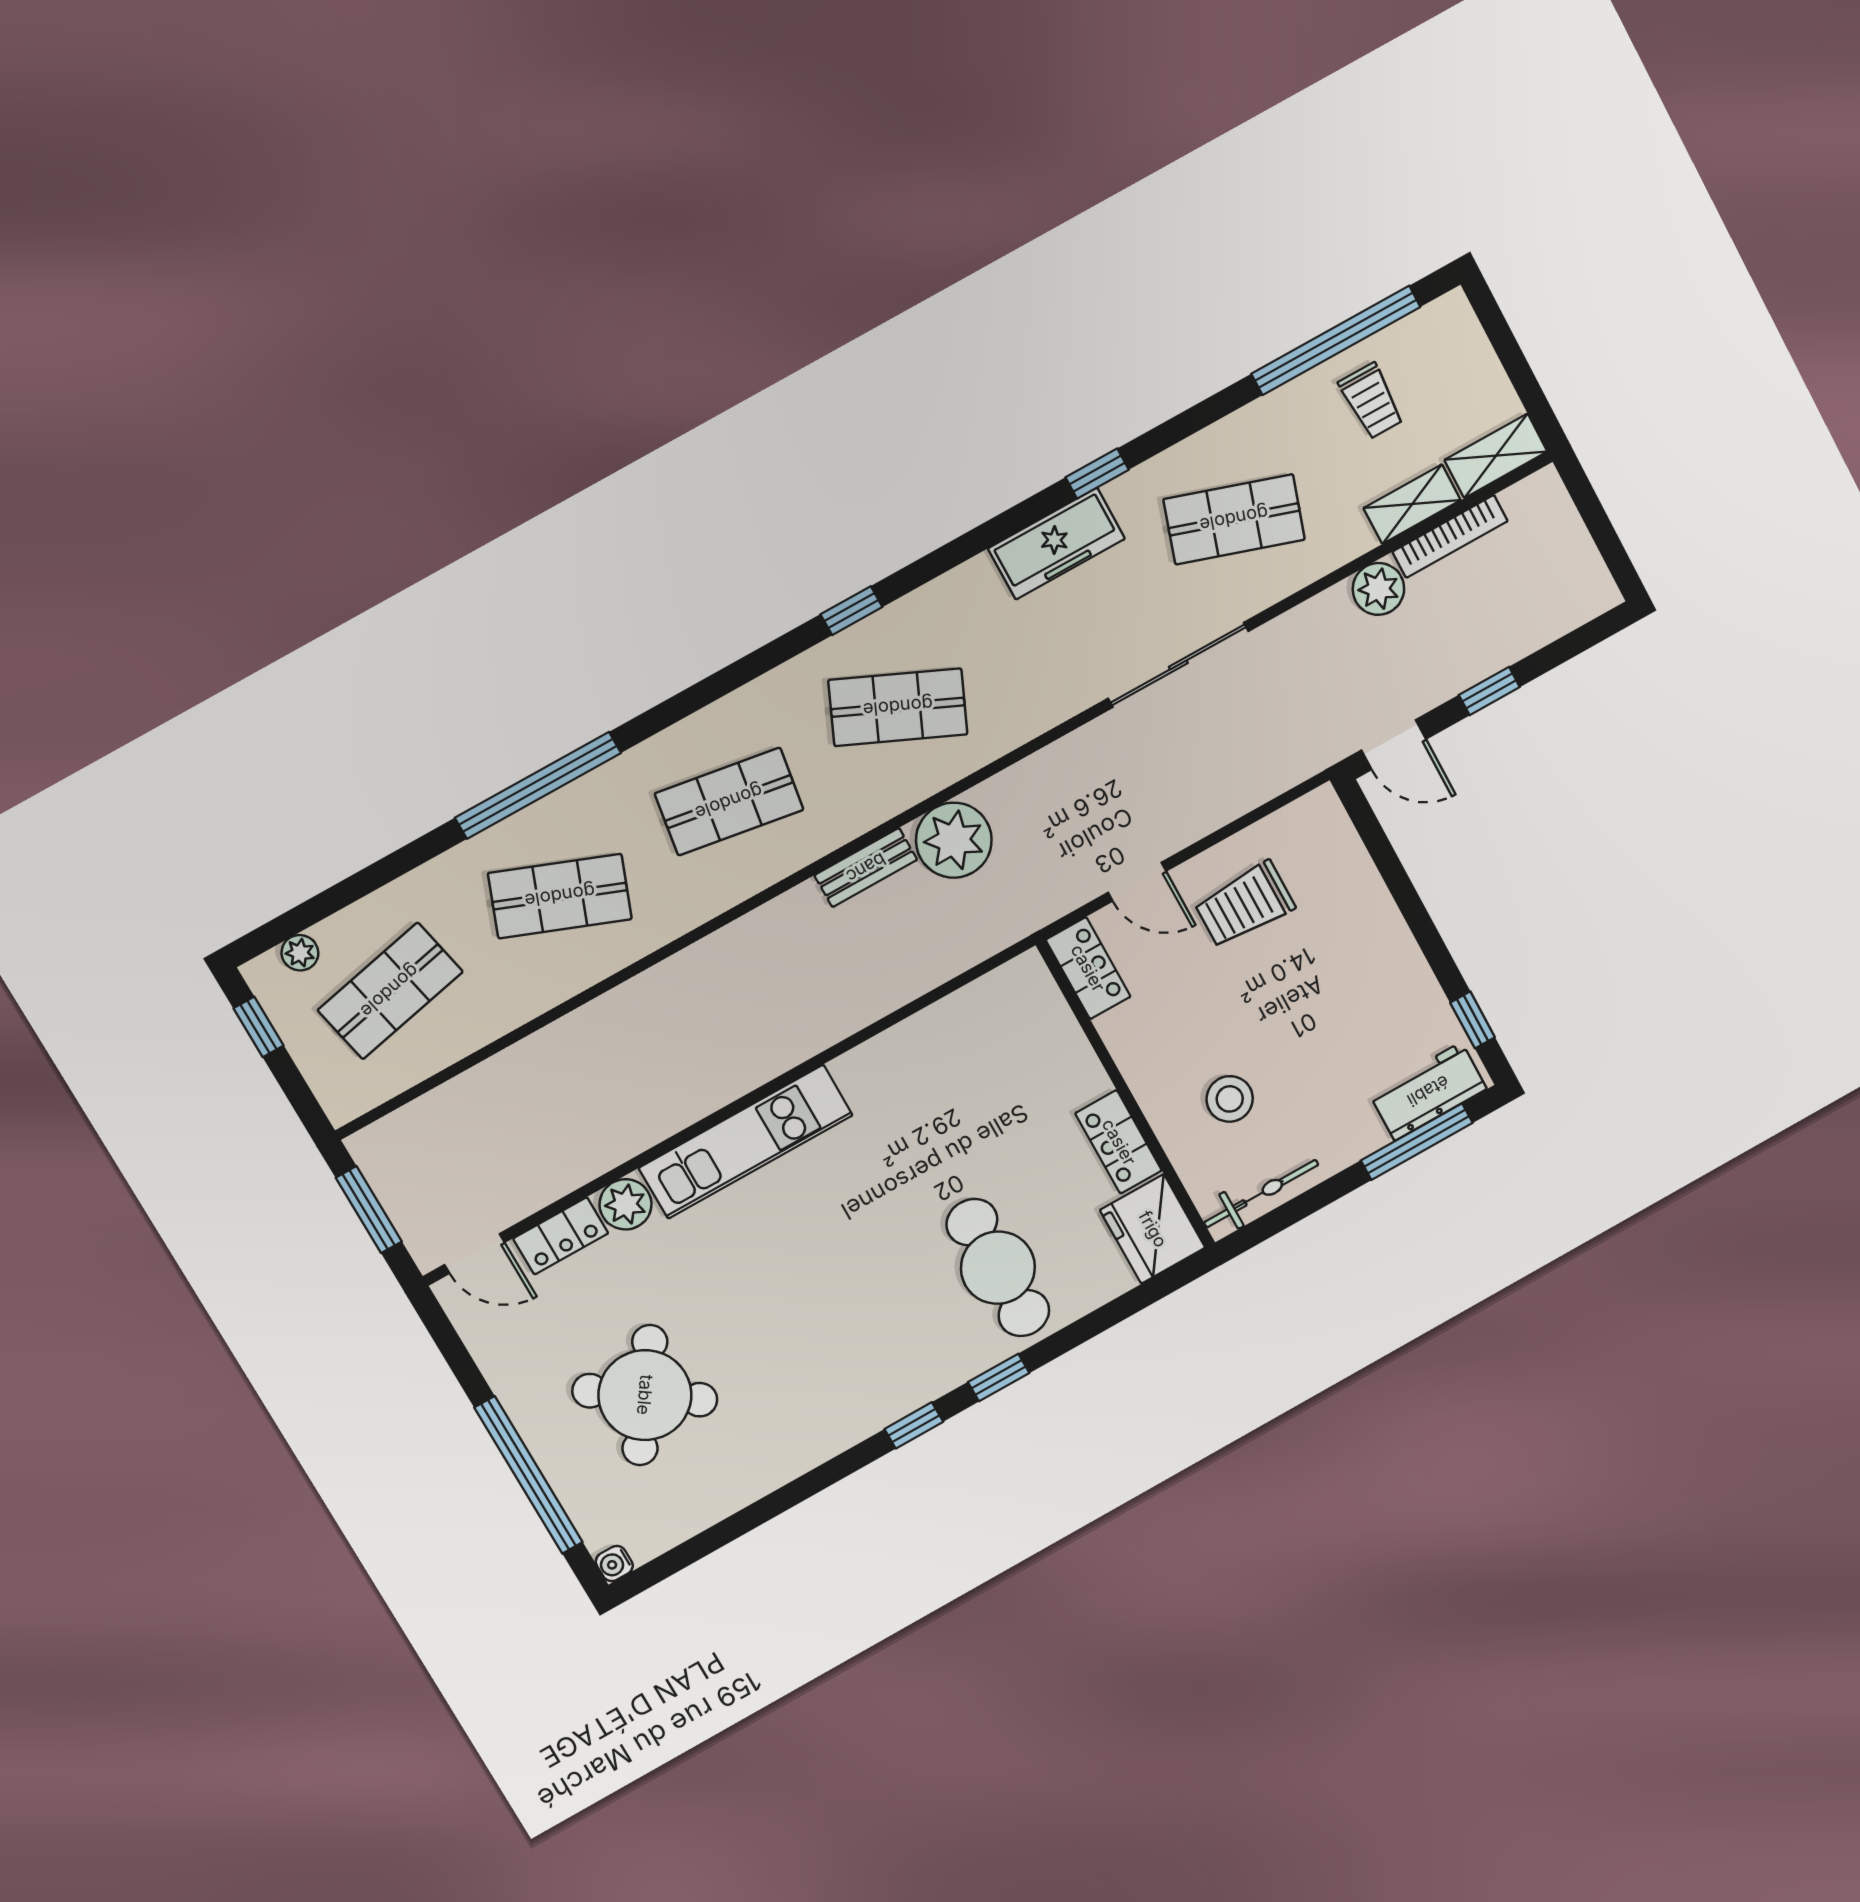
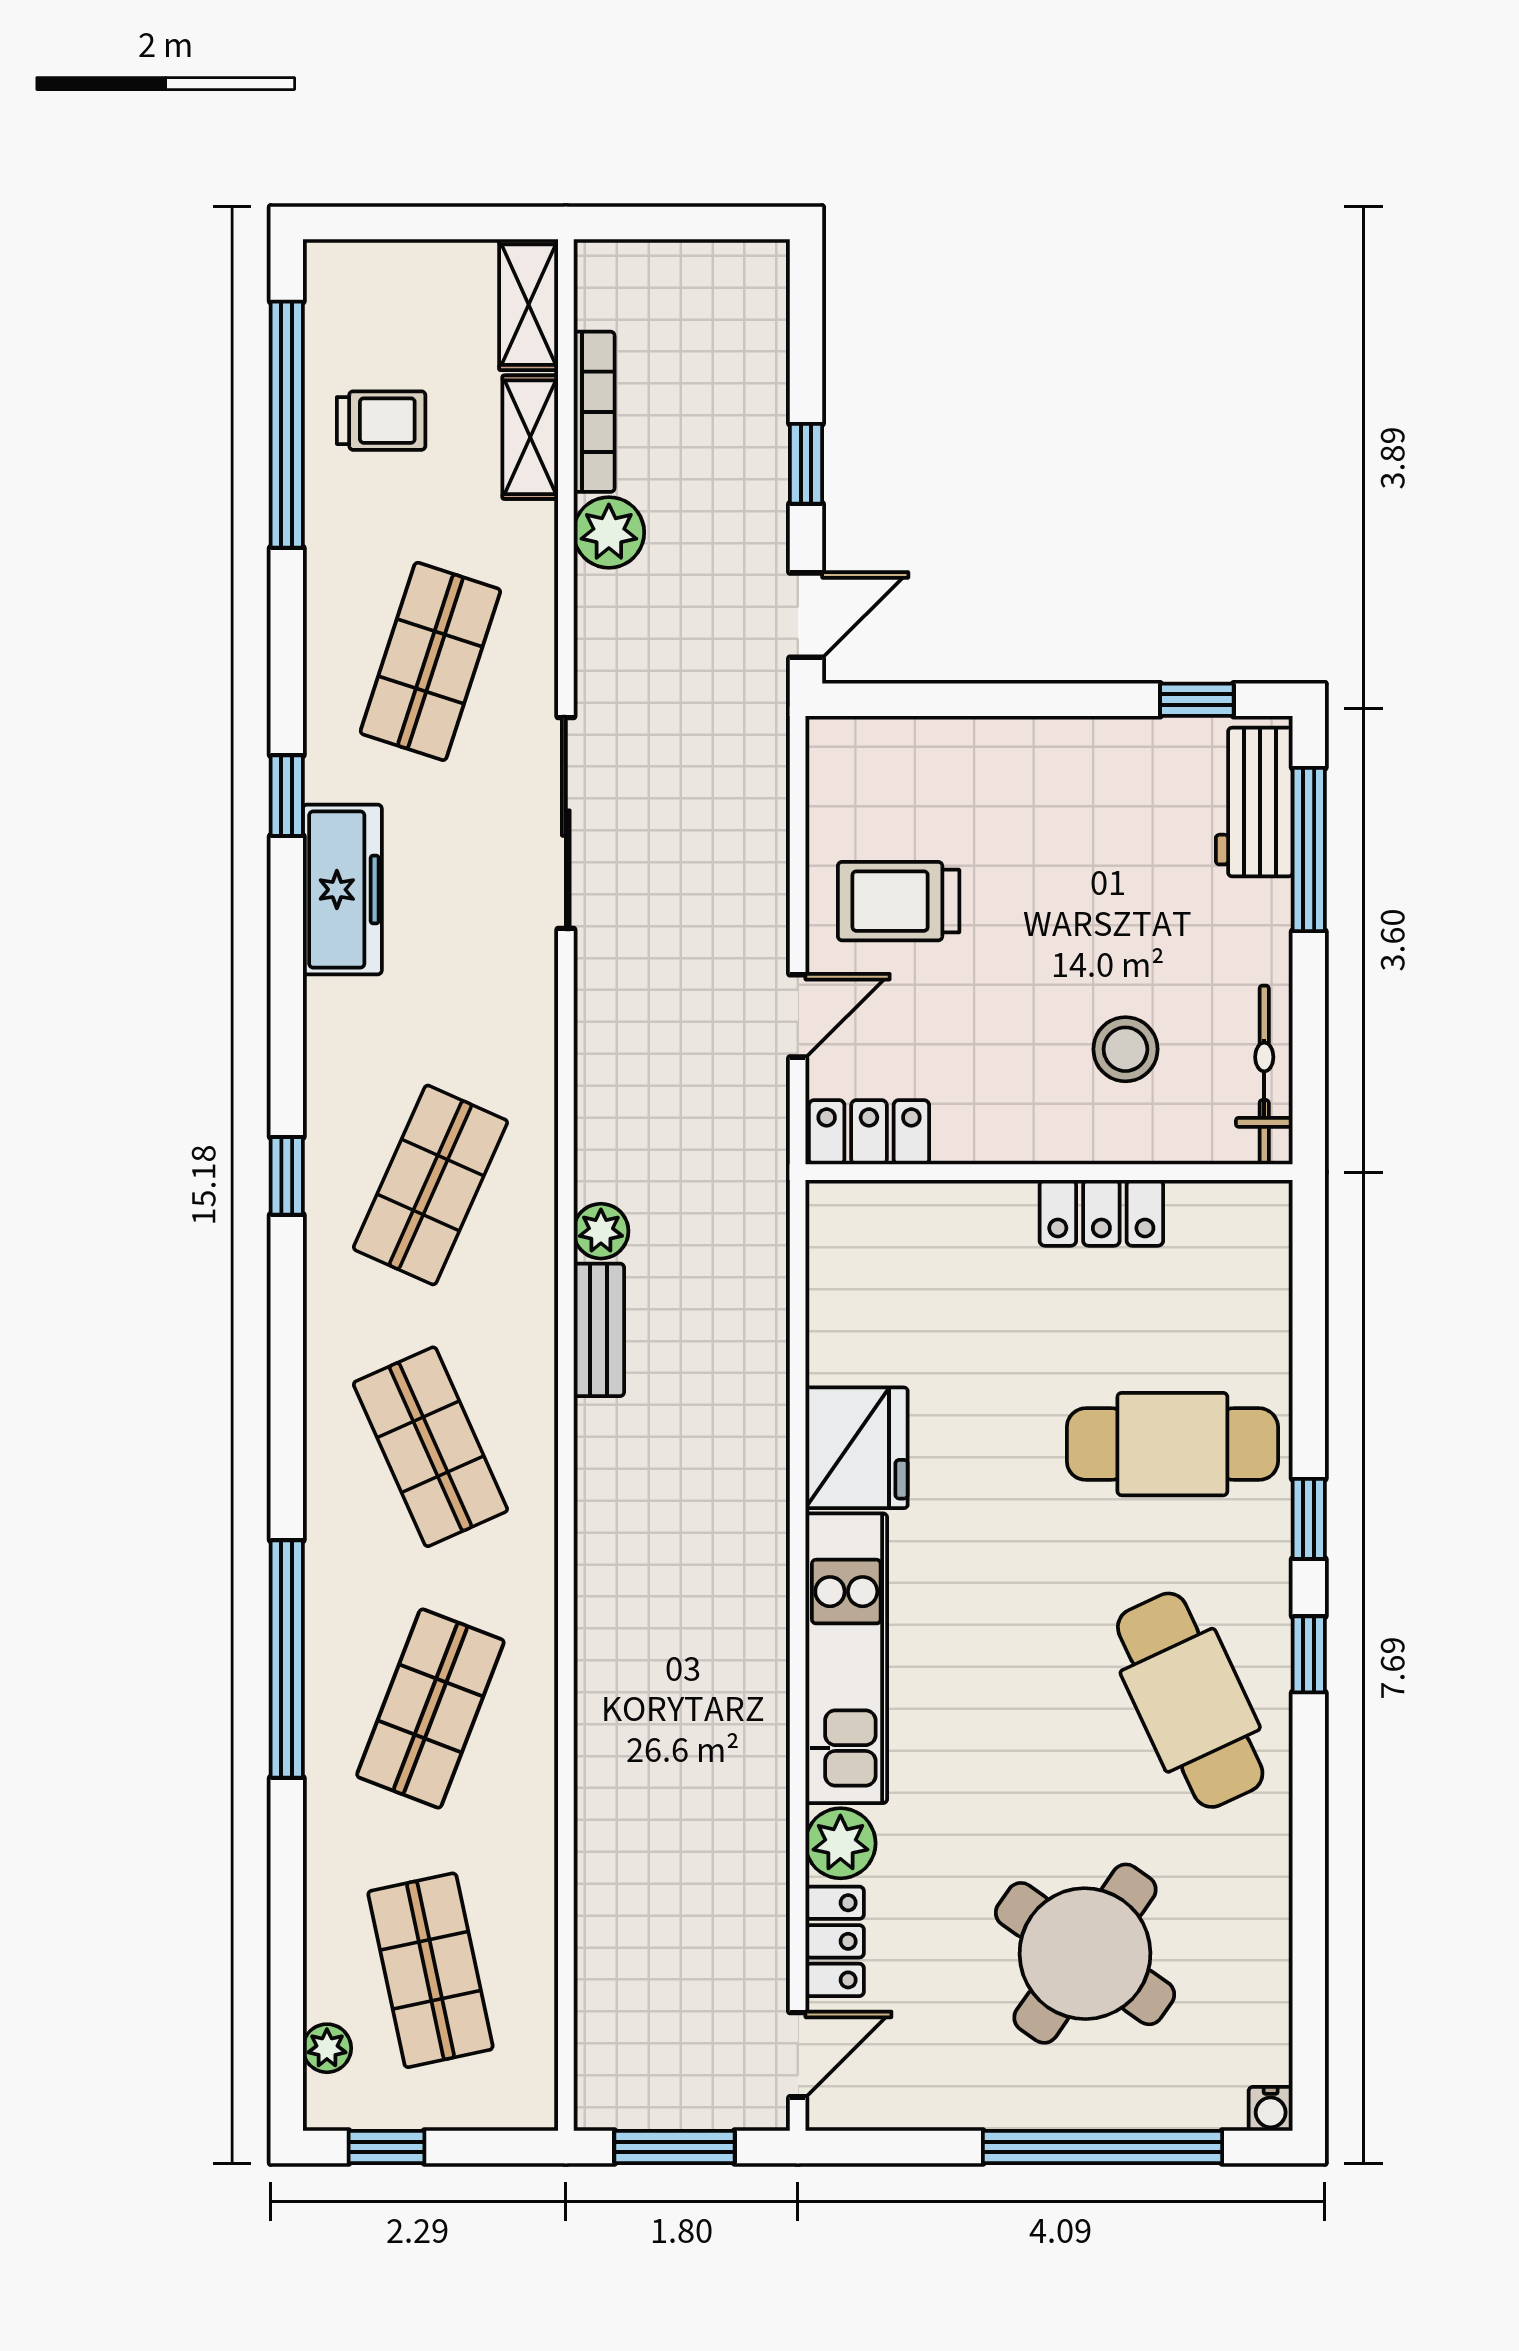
shop shelf: (729, 802) -> (430, 1447), turned -33
plant: (954, 840) -> (601, 1231), width x0.53, depth x0.53
trolley: (1245, 905) -> (899, 901), turned 90
fridge: (1153, 1229) -> (857, 1448), moved, turned -90
cafe table: (843, 1369) -> (1190, 1700), added

